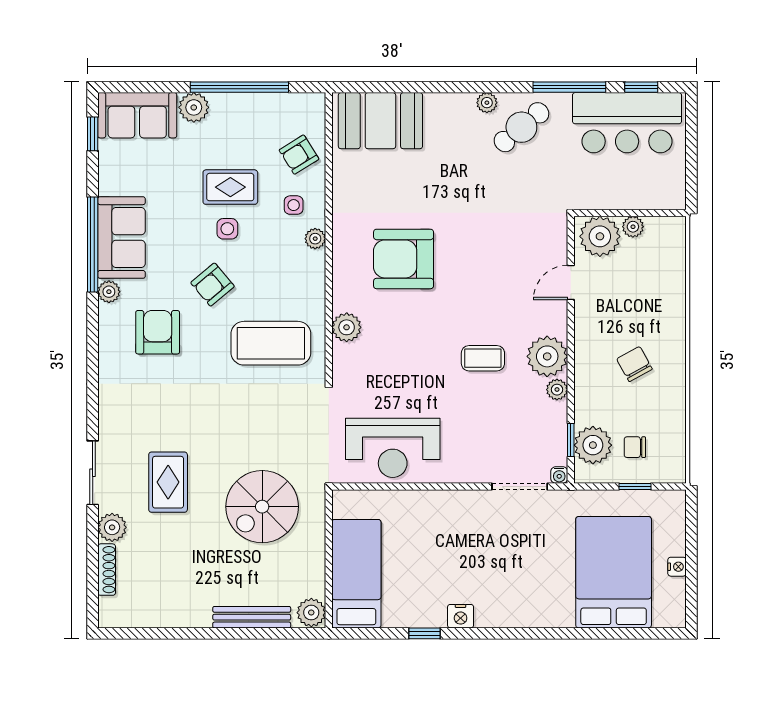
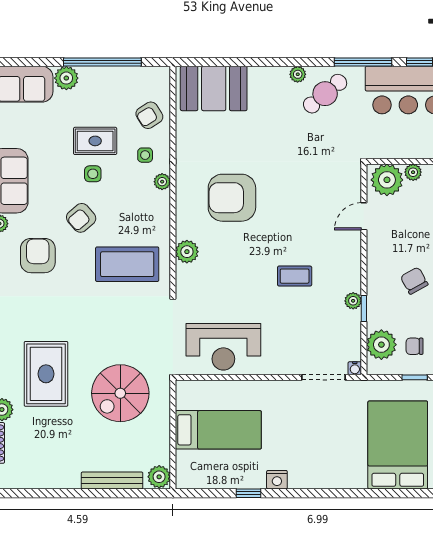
plant: (547, 356) -> (345, 275), removed
window: (571, 440) -> (364, 308), moved
rug: (168, 482) -> (46, 374), width x1.36, depth x1.43
bed: (356, 574) -> (218, 430), moved, turned 90

